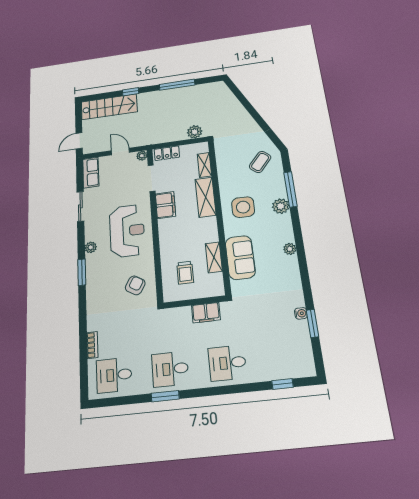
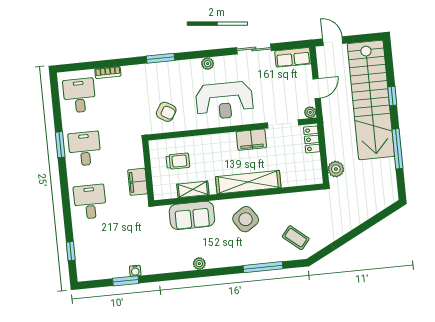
stairs: (109, 107) -> (371, 100), width x1.86, depth x1.51
shelving: (204, 165) -> (295, 180), removed
shelving: (206, 197) -> (248, 182), width x1.47
plant: (281, 206) -> (245, 257), removed
side table: (243, 207) -> (246, 219), turned -35
window: (82, 272) -> (161, 58), moved
trolley: (185, 273) -> (178, 161), turned 180

